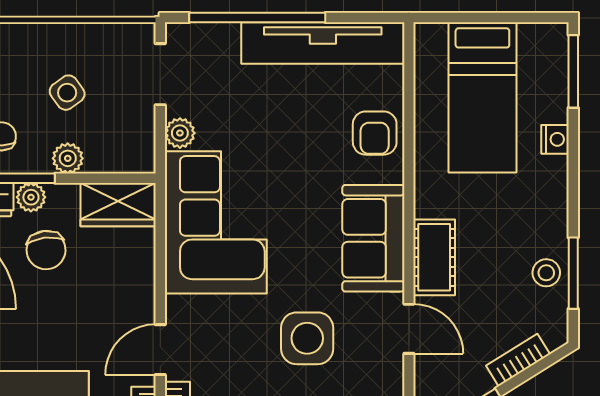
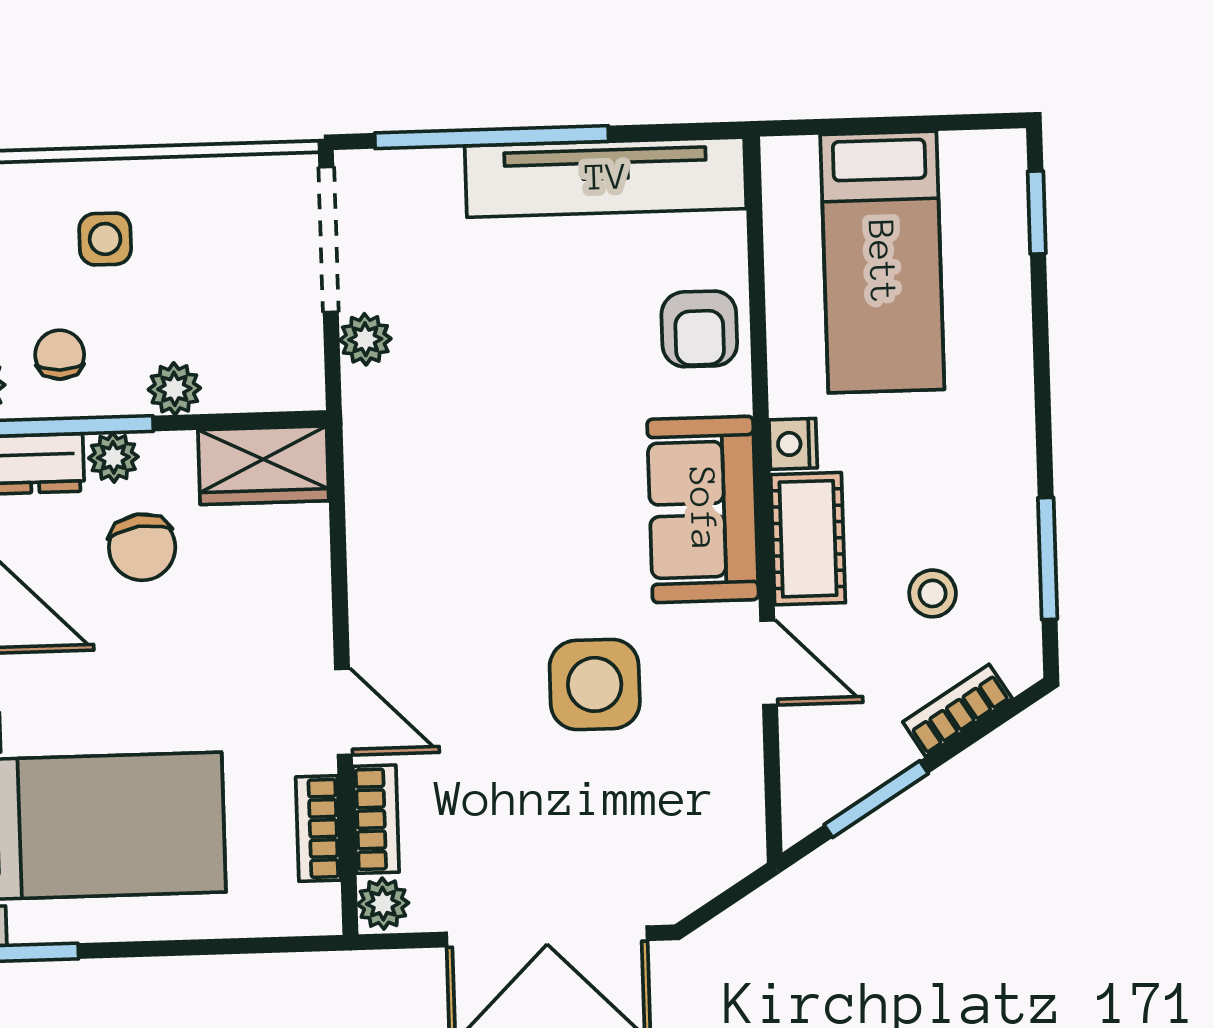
window: (573, 71) -> (1037, 212), width x0.67
doorway: (160, 74) -> (329, 240), width x1.38
side table: (67, 93) -> (105, 239), moved, turned 36
nightstand: (555, 139) -> (793, 444), moved, turned 180
corner sofa: (216, 222) -> (432, 491), removed
stool: (546, 273) -> (933, 593), moved
door: (160, 350) -> (343, 712), swing flipped

